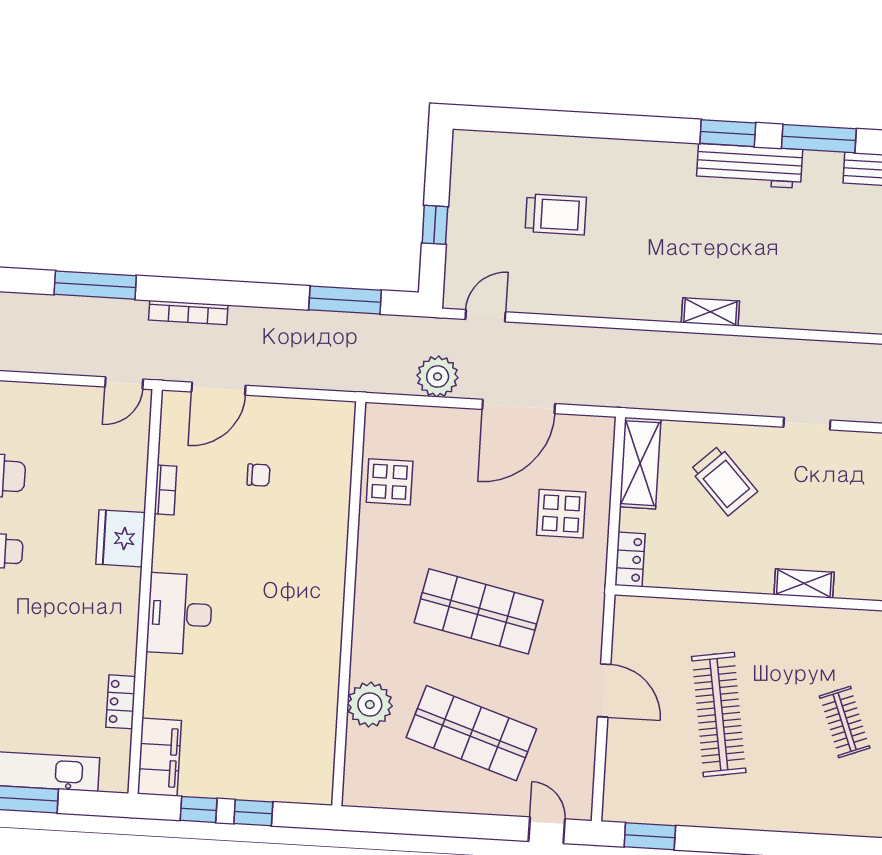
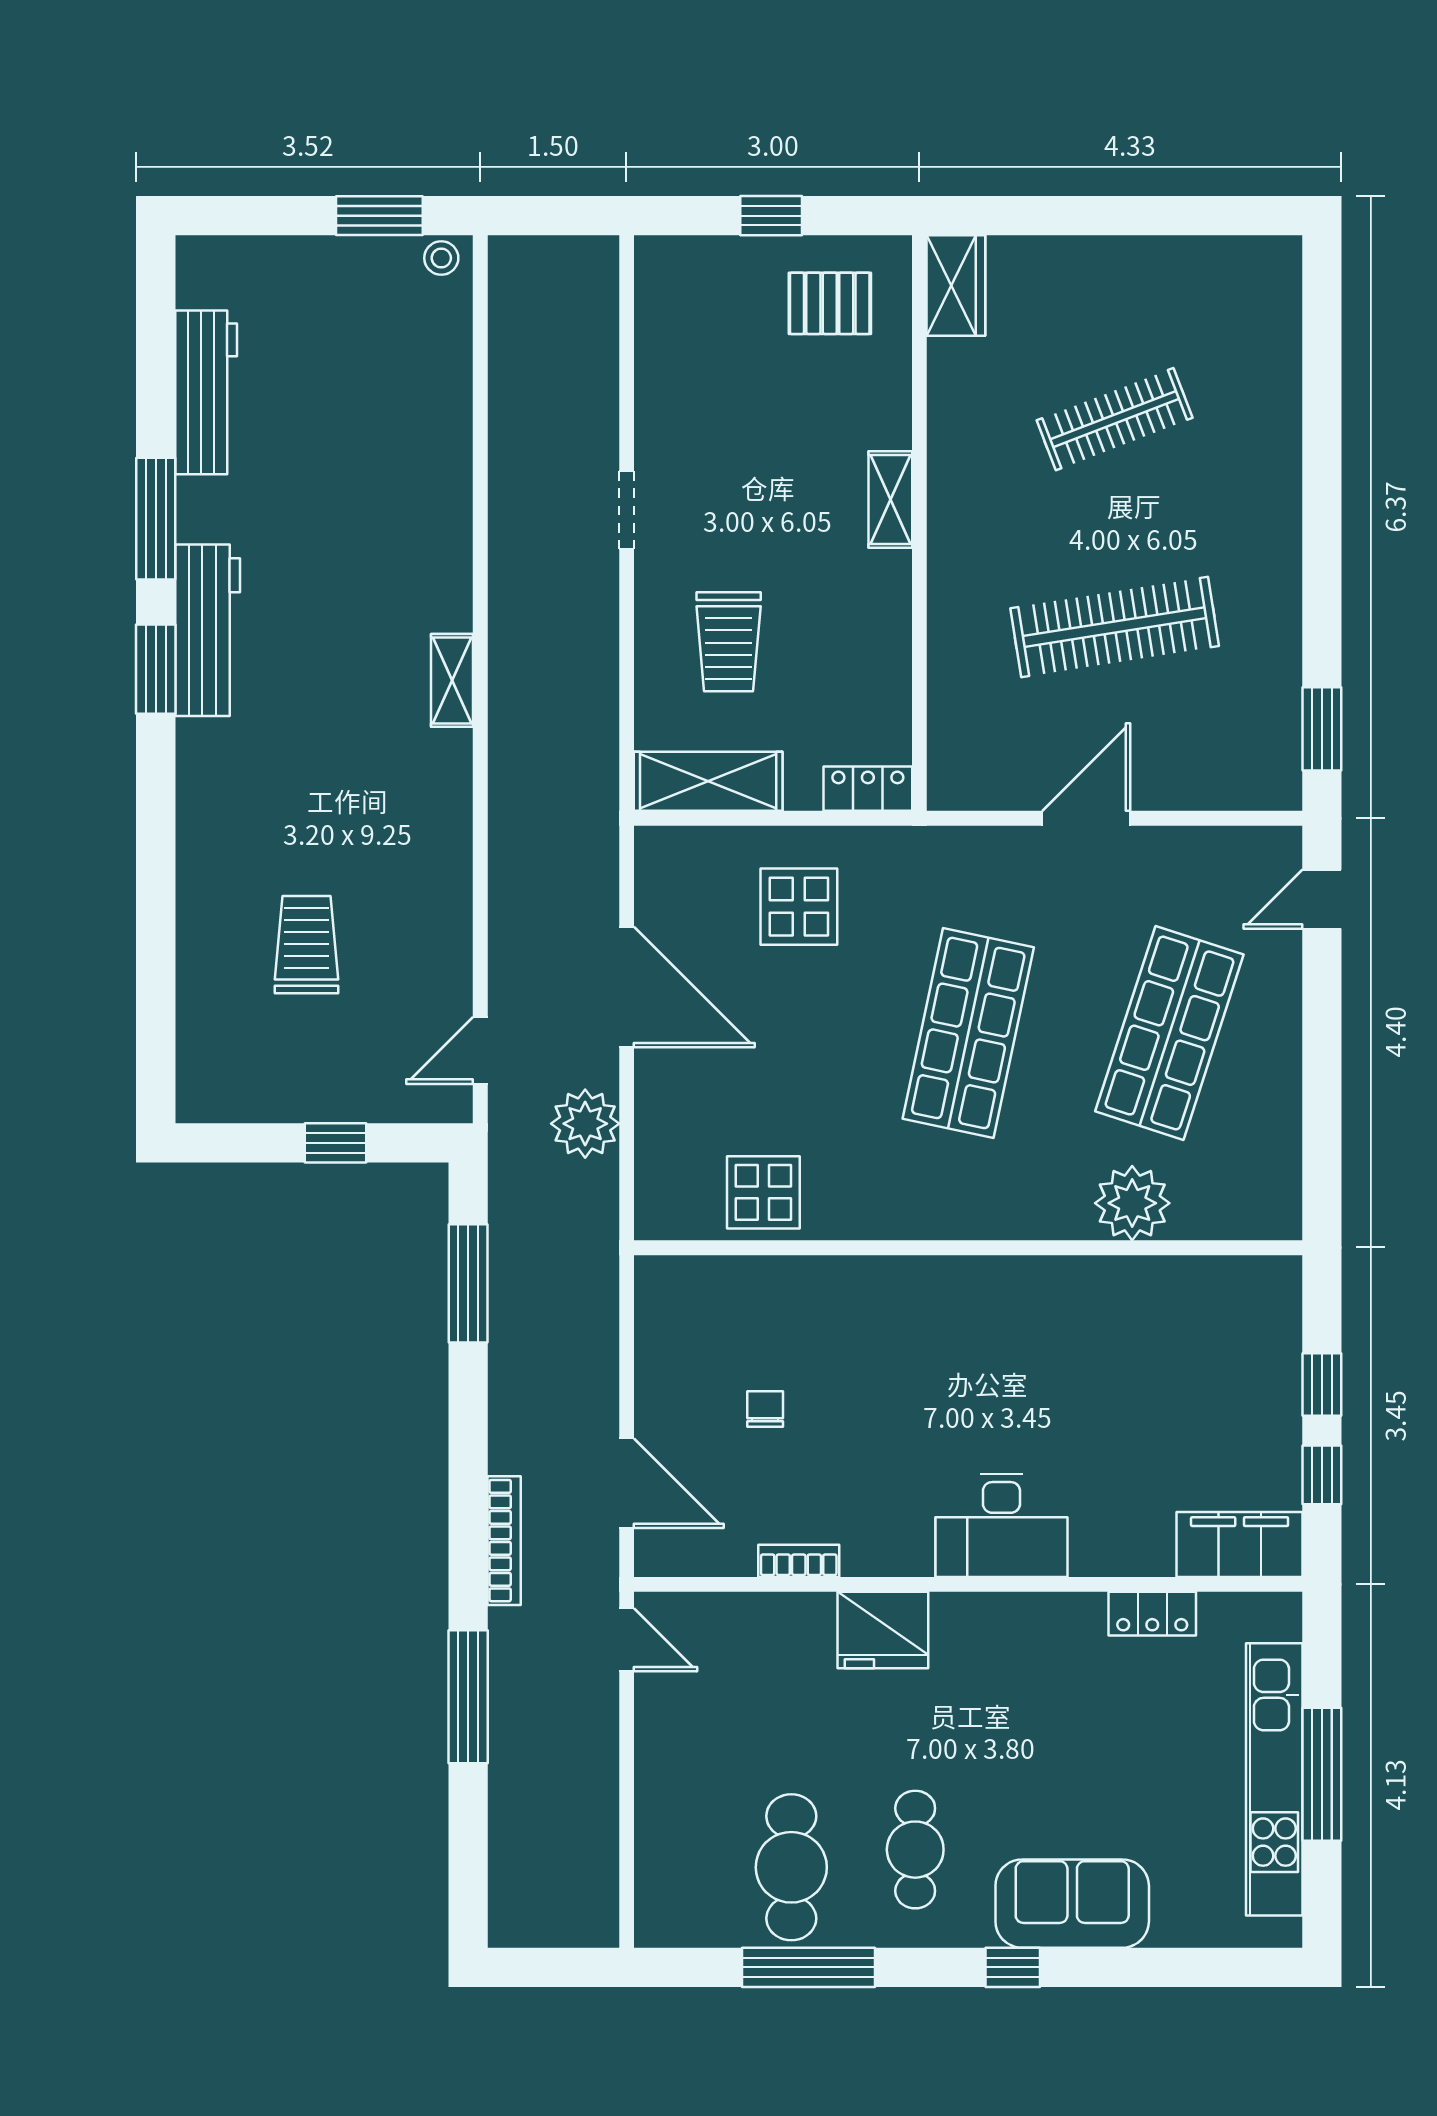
door: (486, 316) -> (480, 1050), hinge flipped
trolley: (724, 481) -> (729, 642), turned 133
clothes rail: (845, 722) -> (1115, 419), width x1.36

